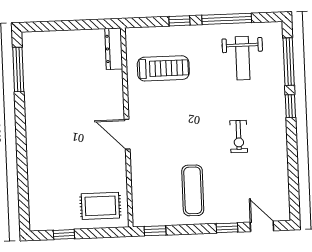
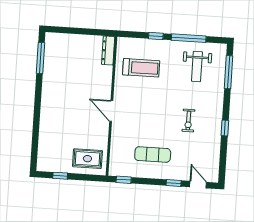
window: (290, 106) -> (225, 128), moved
exercise mat: (193, 190) -> (153, 155), turned 90

